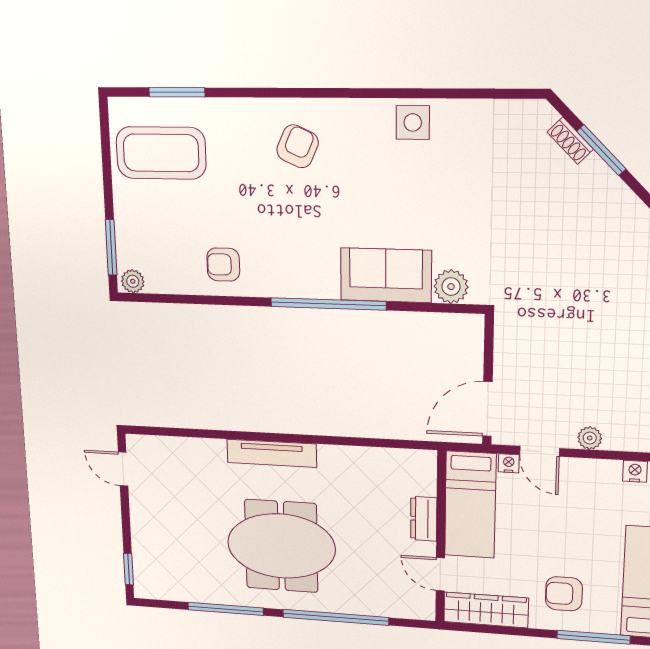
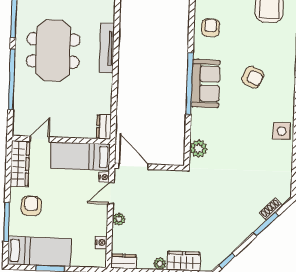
armchair: (298, 146) -> (253, 77), moved
sofa: (386, 275) -> (206, 83), moved
dresser: (424, 519) -> (104, 127), moved, turned -90

